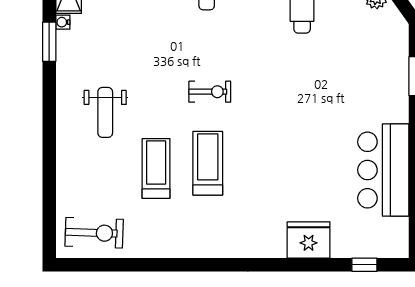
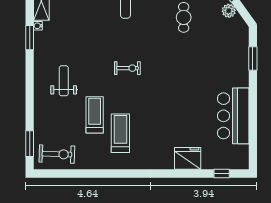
weight bench: (105, 112) -> (64, 81), turned 180
treadmill: (208, 163) -> (120, 133), moved
window: (49, 216) -> (30, 144), added

